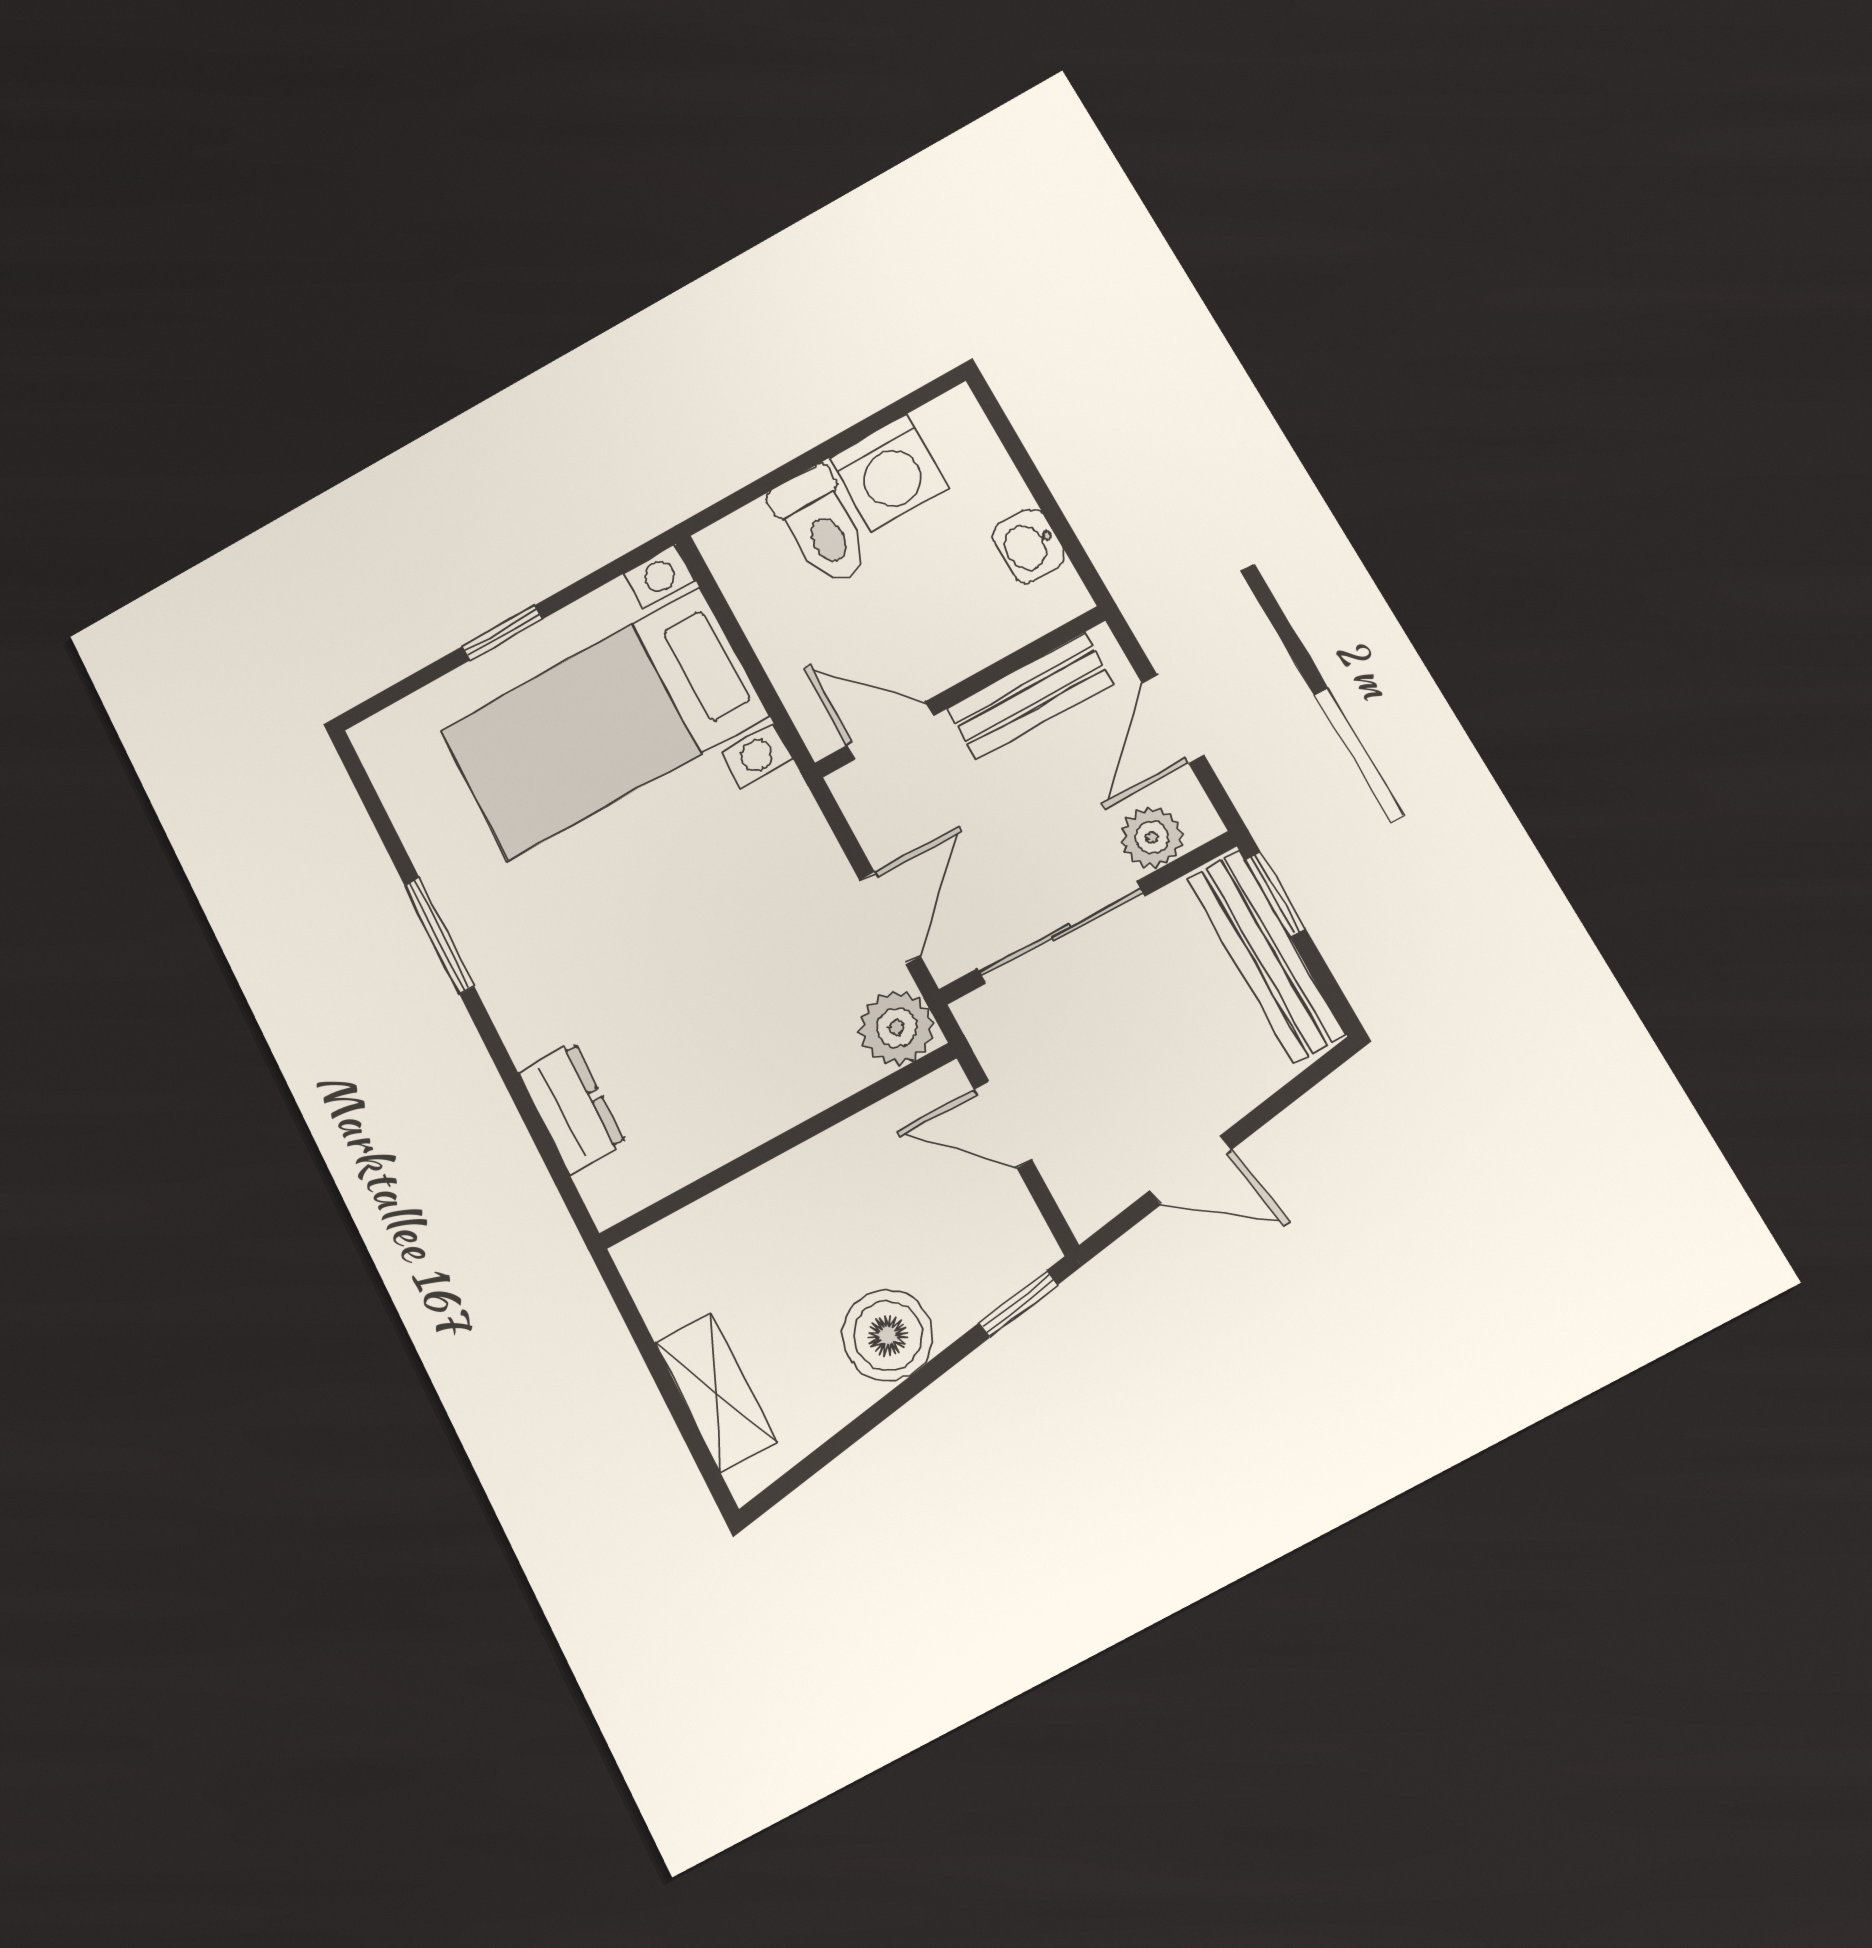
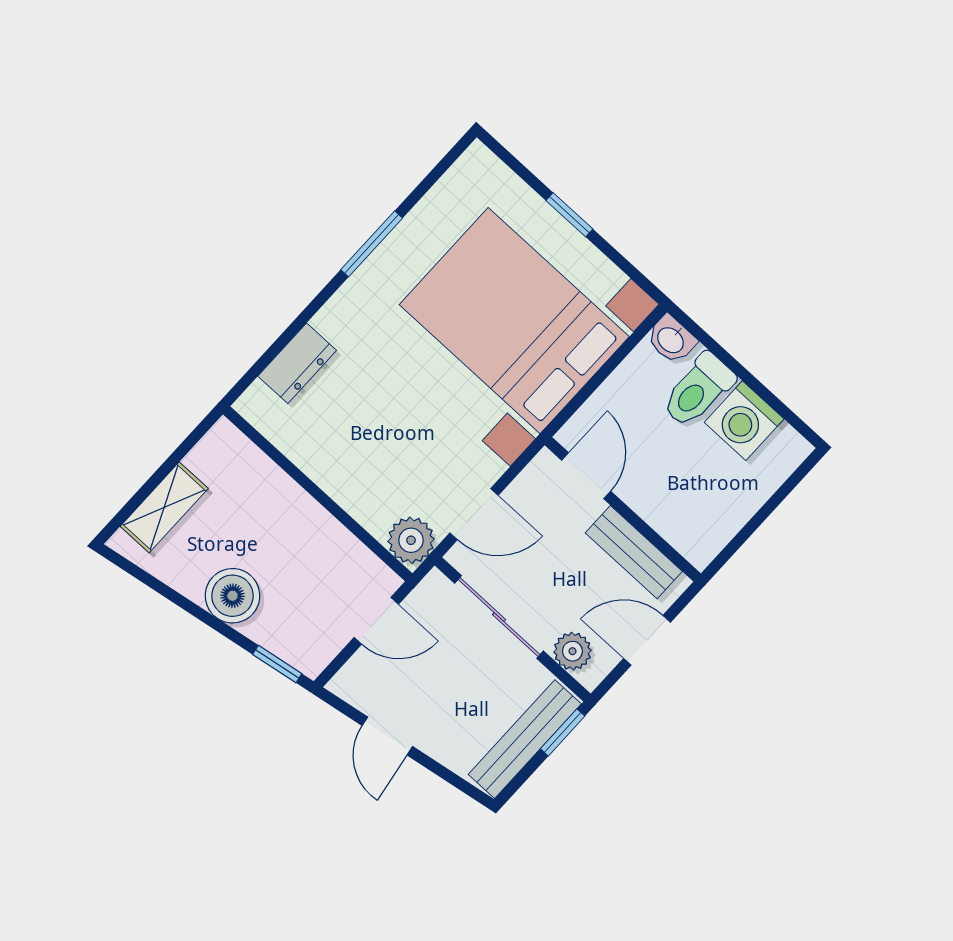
washbasin: (1029, 546) -> (671, 339), moved, turned -90
bed with nightstands: (604, 724) -> (514, 321), width x1.36
door: (1003, 1124) -> (376, 621), swing flipped

